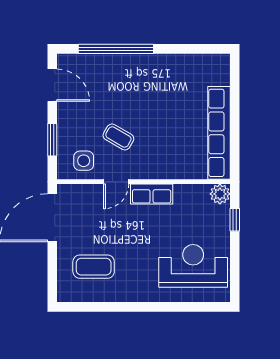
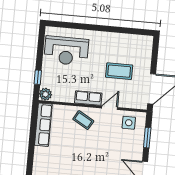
row of seats: (219, 133) -> (43, 125), width x0.73
coffee table: (118, 137) -> (83, 120), moved
coffee table: (94, 267) -> (119, 71), moved

